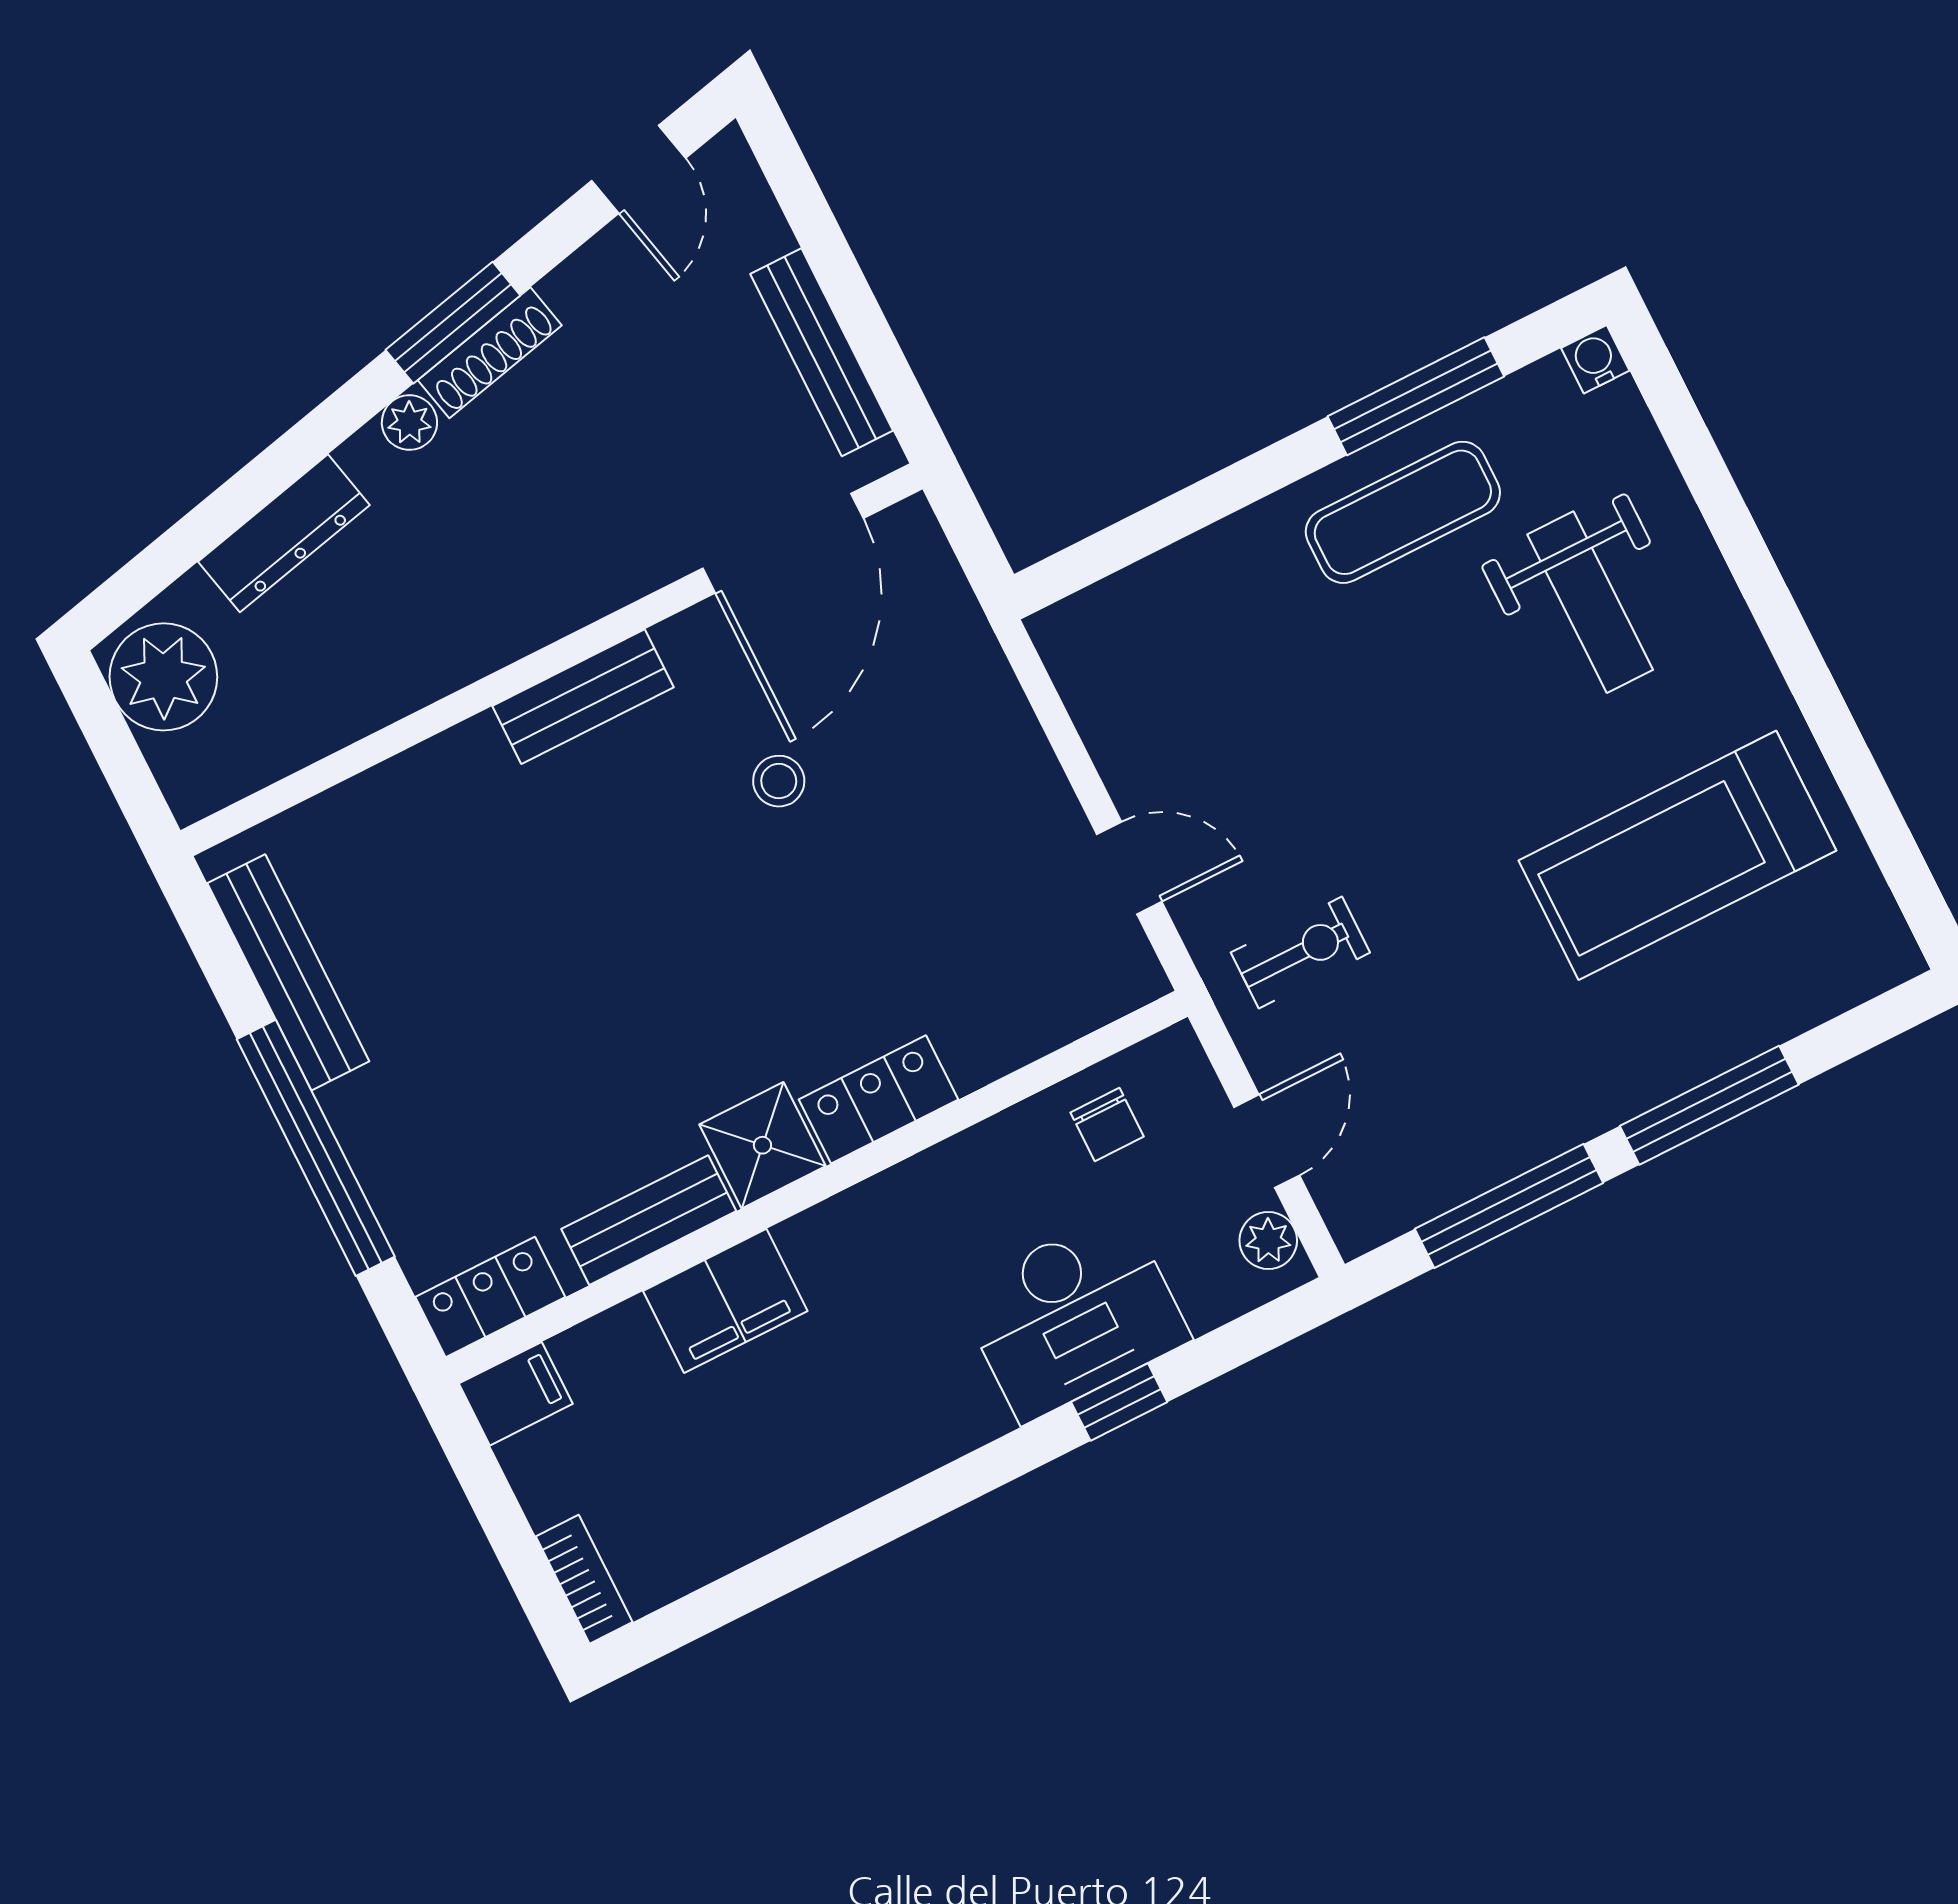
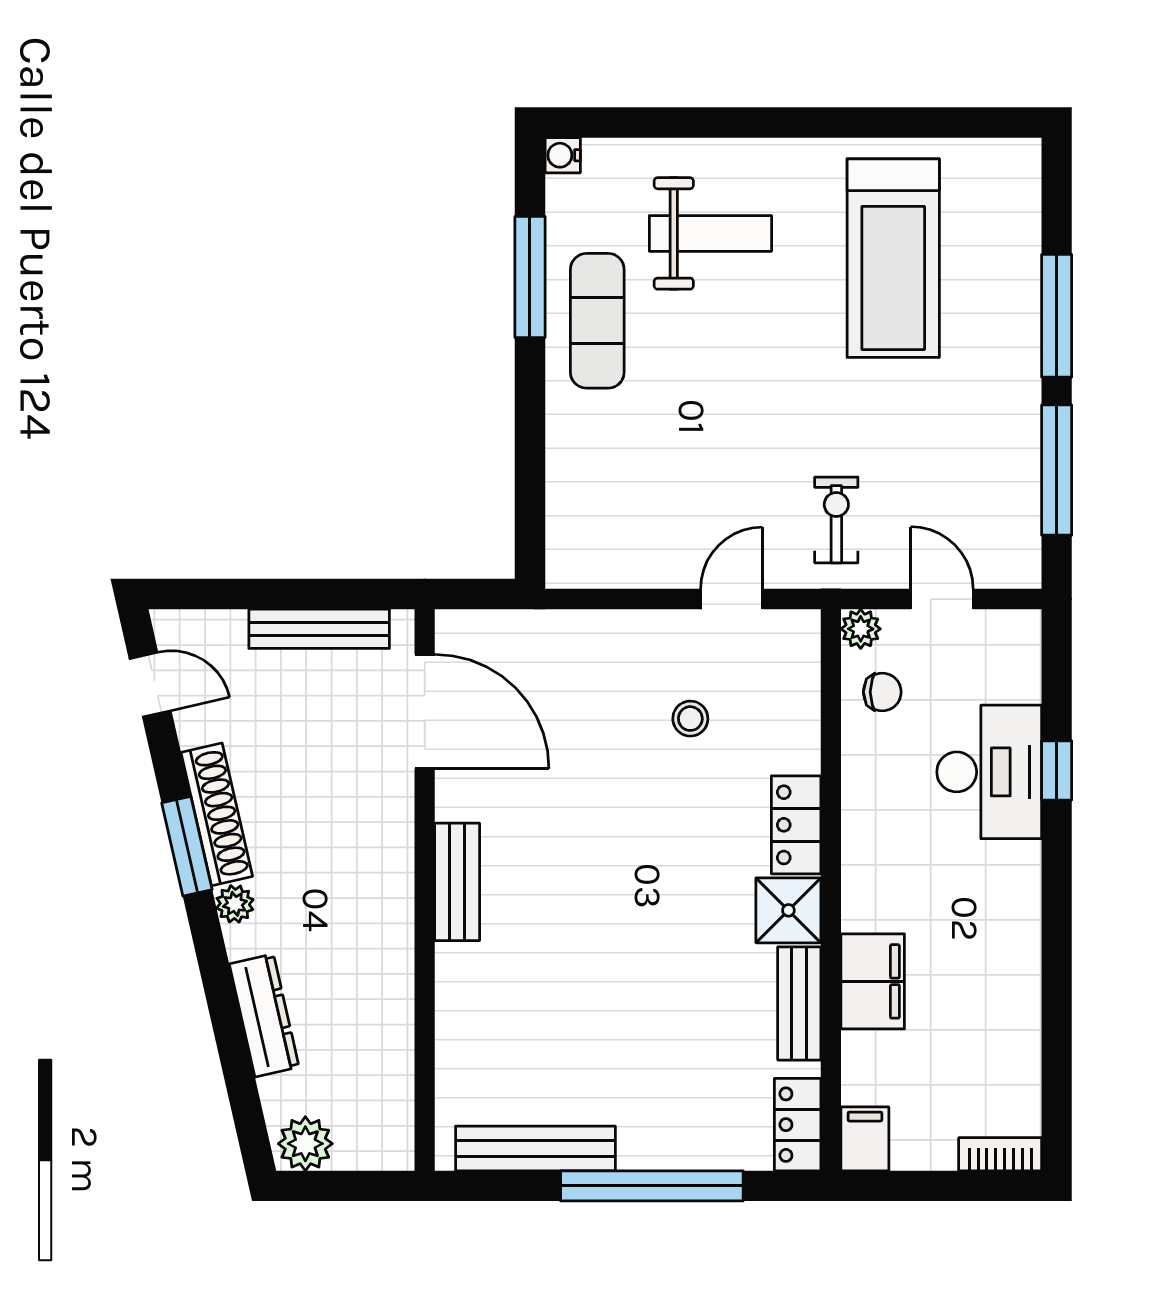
shoe rack: (490, 353) -> (217, 814), width x1.36, depth x1.24
plant: (163, 677) -> (305, 1144), width x0.73, depth x0.73
stool: (779, 781) -> (690, 719), moved
plant: (1268, 1240) -> (861, 629), moved

